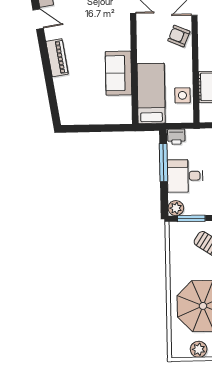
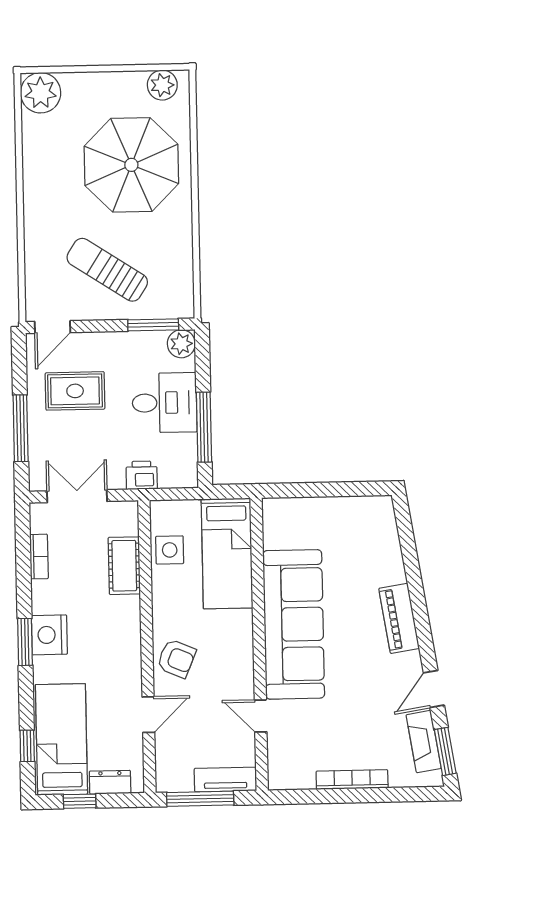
door: (38, 19) -> (434, 689), hinge flipped
sofa: (118, 73) -> (294, 624), width x1.85, depth x1.27
printer: (176, 137) -> (142, 475), moved
plant: (199, 349) -> (162, 85), moved

